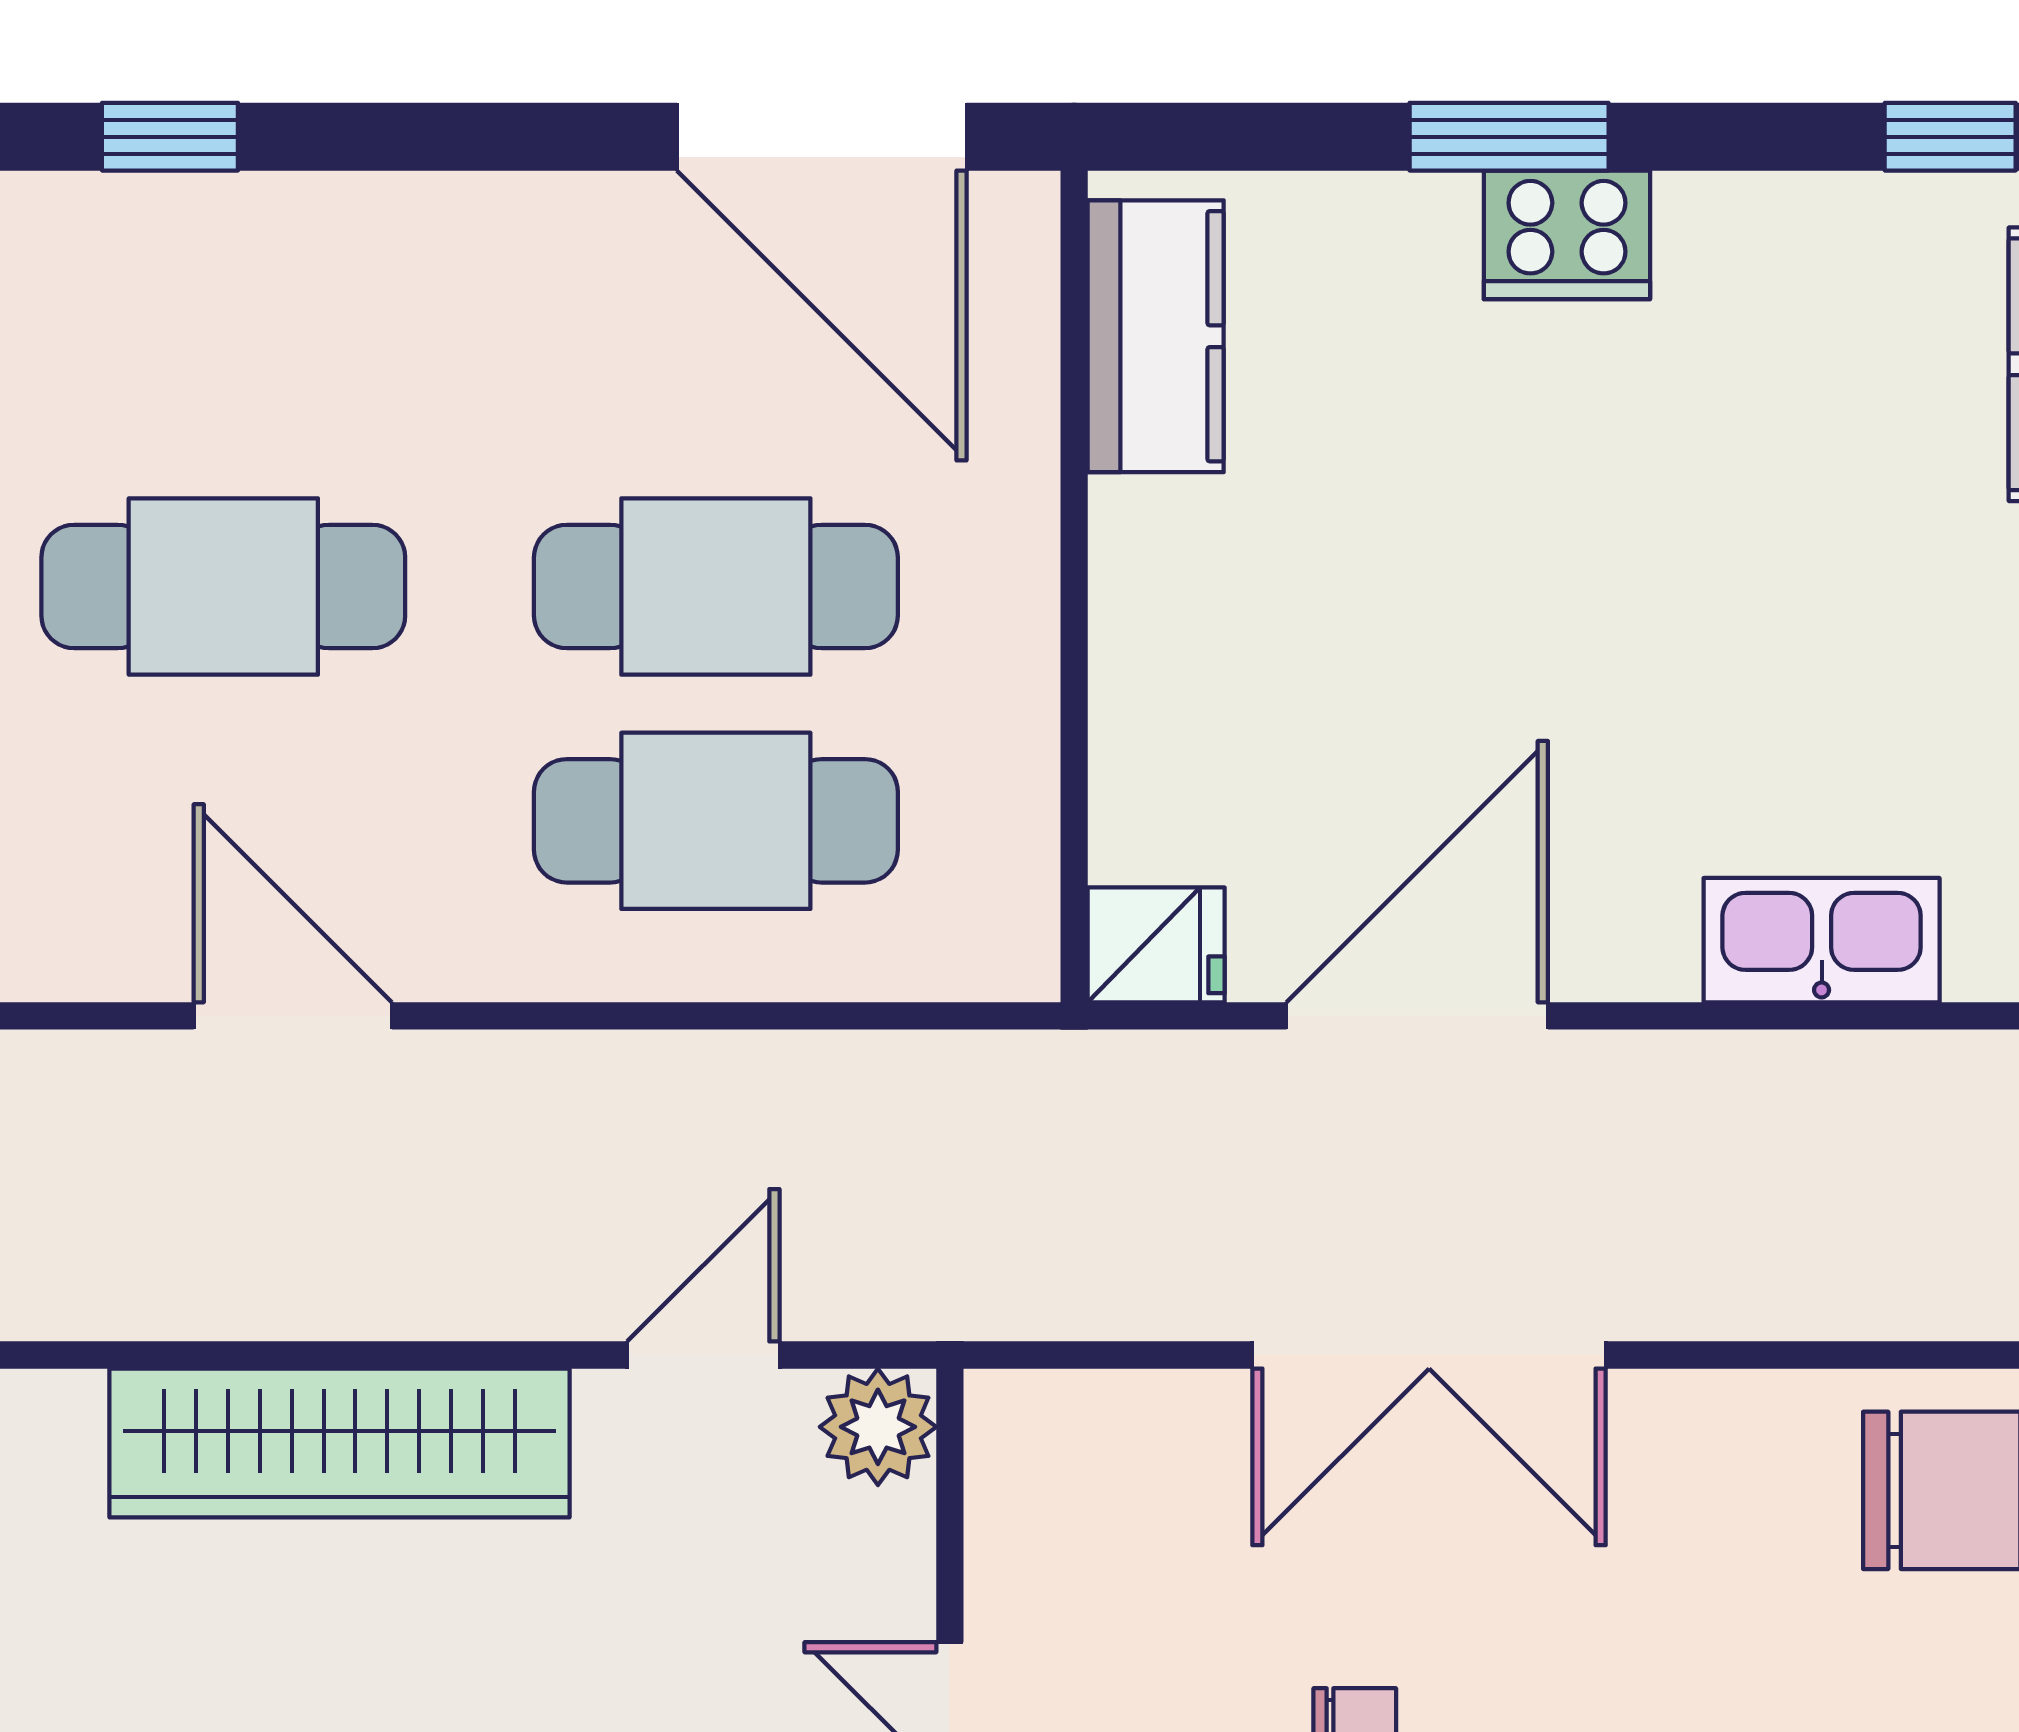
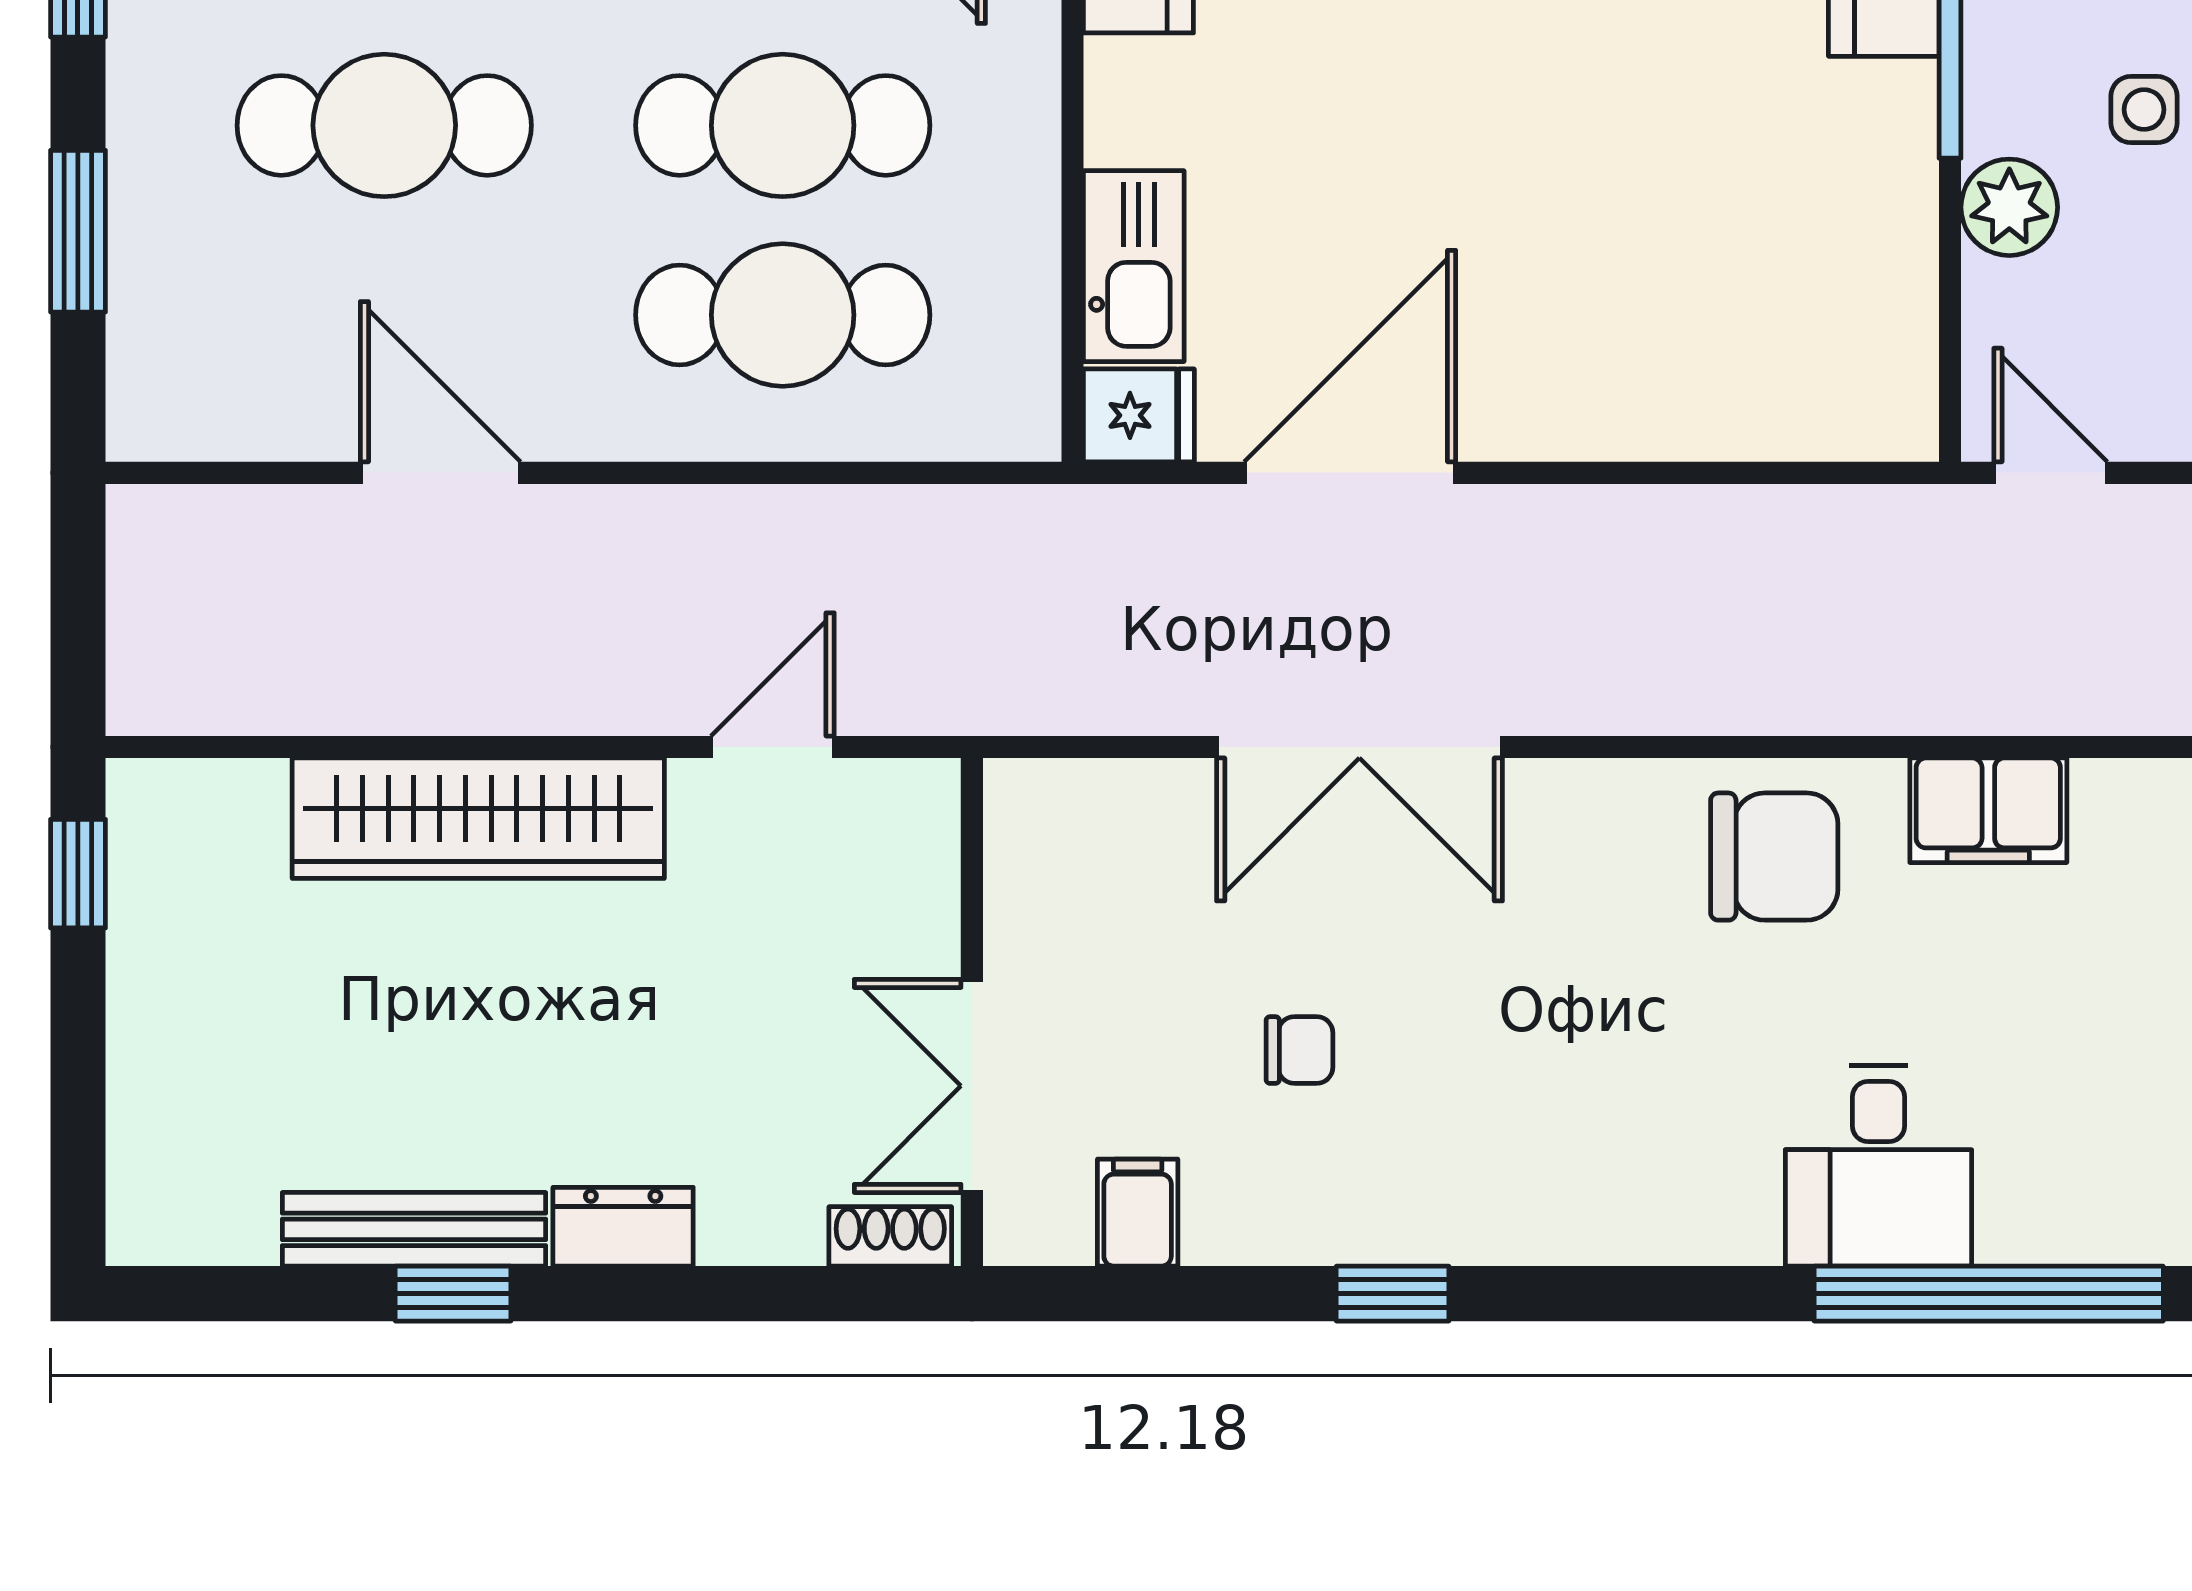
kitchen sink: (1822, 940) -> (1134, 266), moved, turned 90
plant: (878, 1427) -> (914, 805), removed

